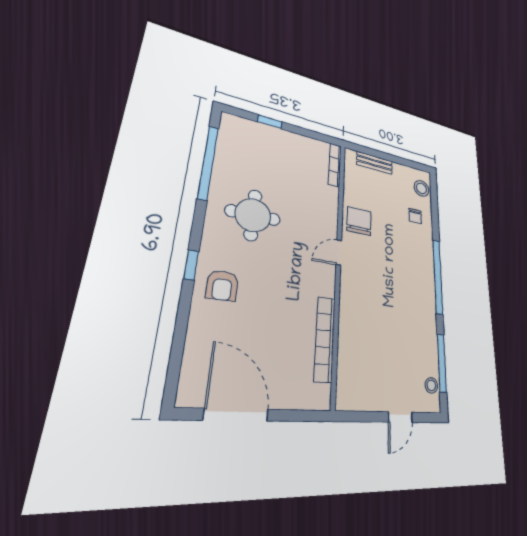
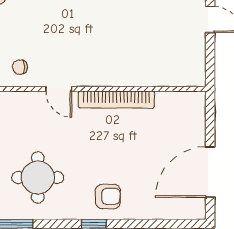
chair: (359, 221) -> (20, 67), width x0.54, depth x0.54
bookcase: (325, 339) -> (116, 100), moved

